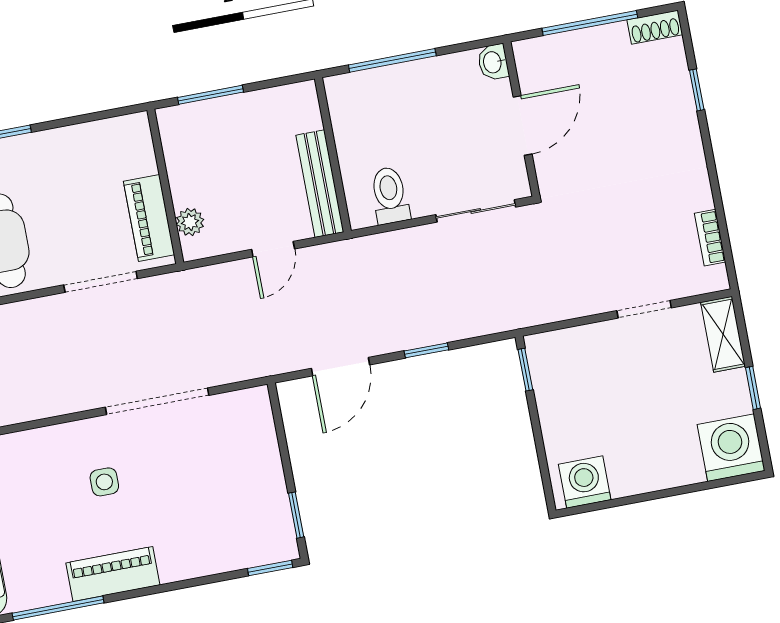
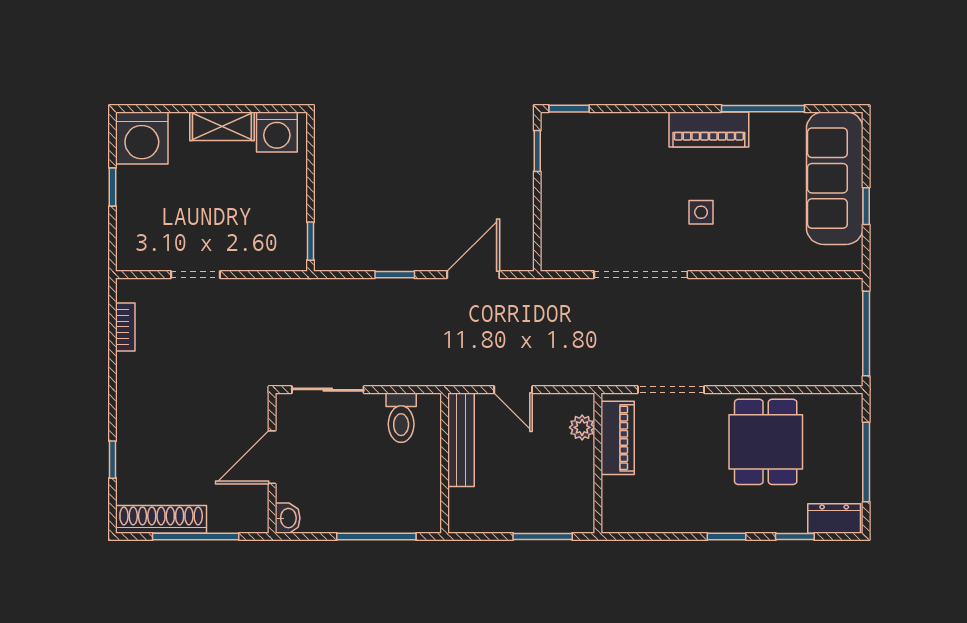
shoe rack: (655, 27) -> (161, 519), width x1.94, depth x1.24
door: (273, 249) -> (513, 390), swing flipped
shelving: (723, 334) -> (222, 126), moved, turned 90

